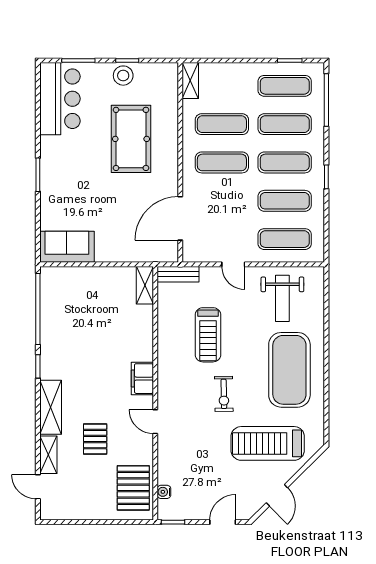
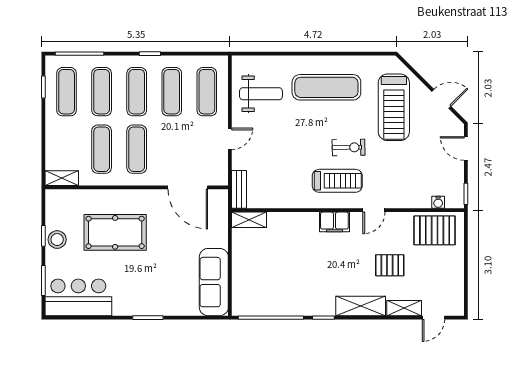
sofa: (67, 247) -> (214, 282), width x1.36
treadmill: (208, 335) -> (337, 181), moved
exercise mat: (289, 370) -> (326, 87), width x0.68

